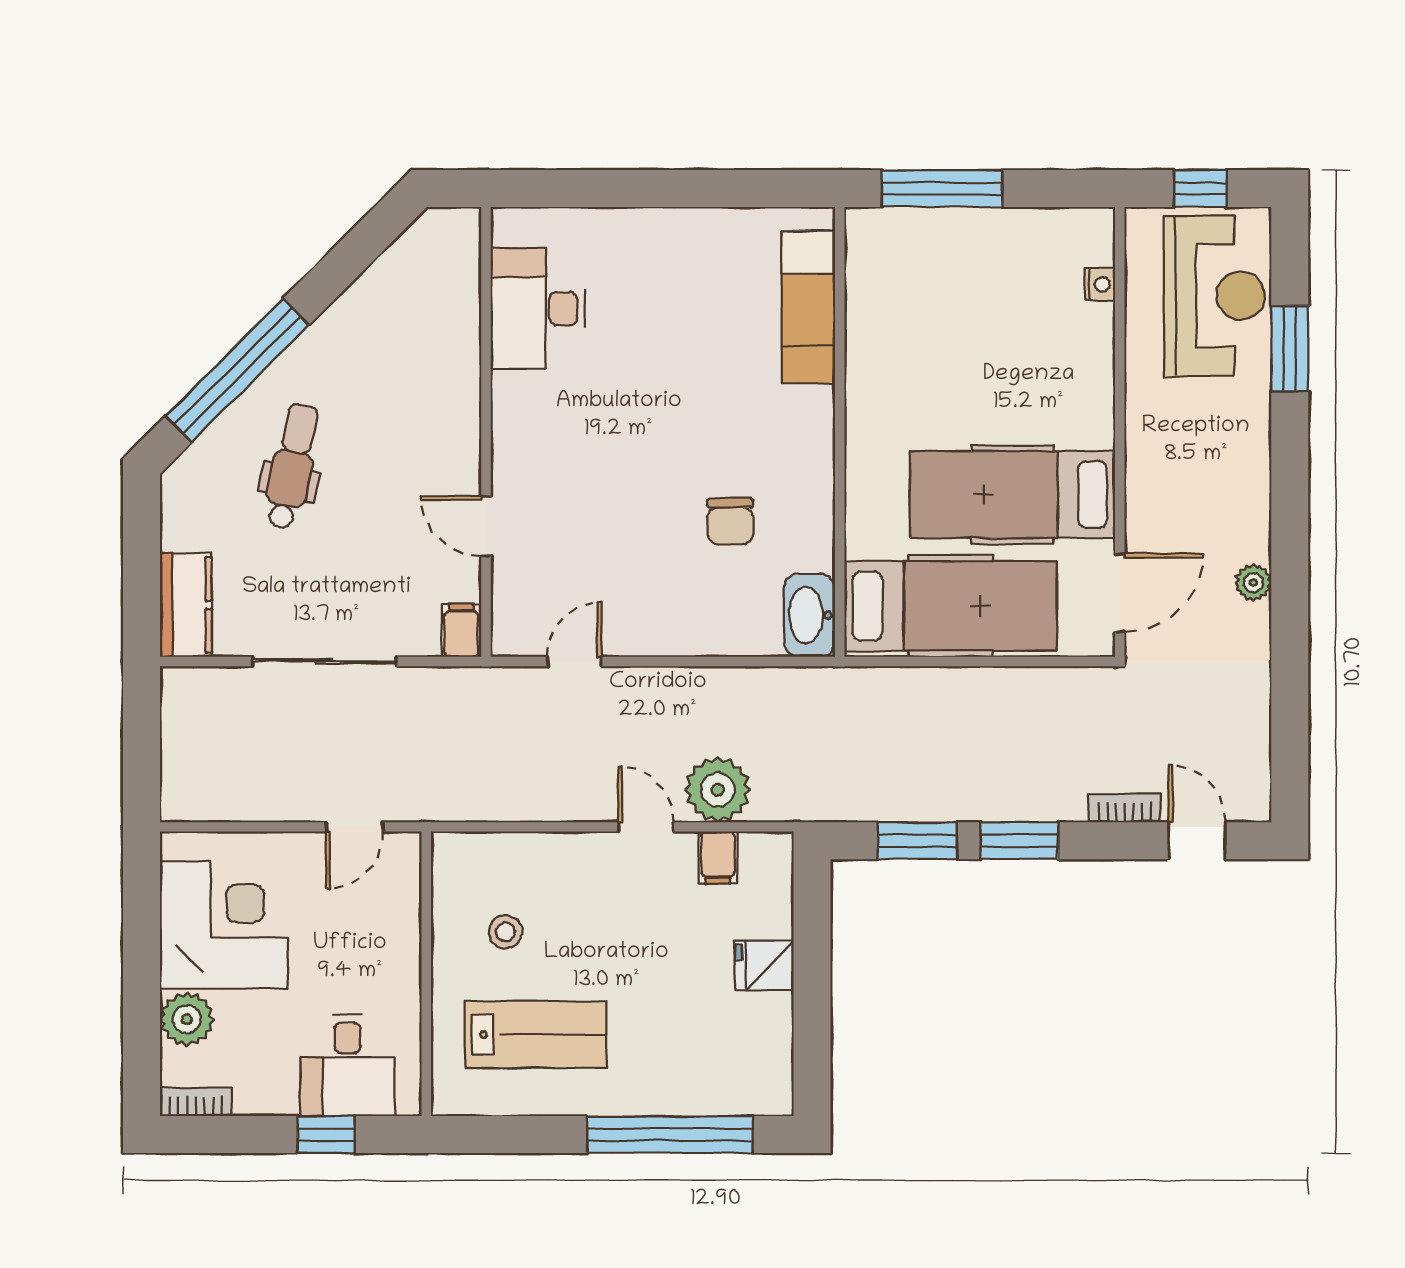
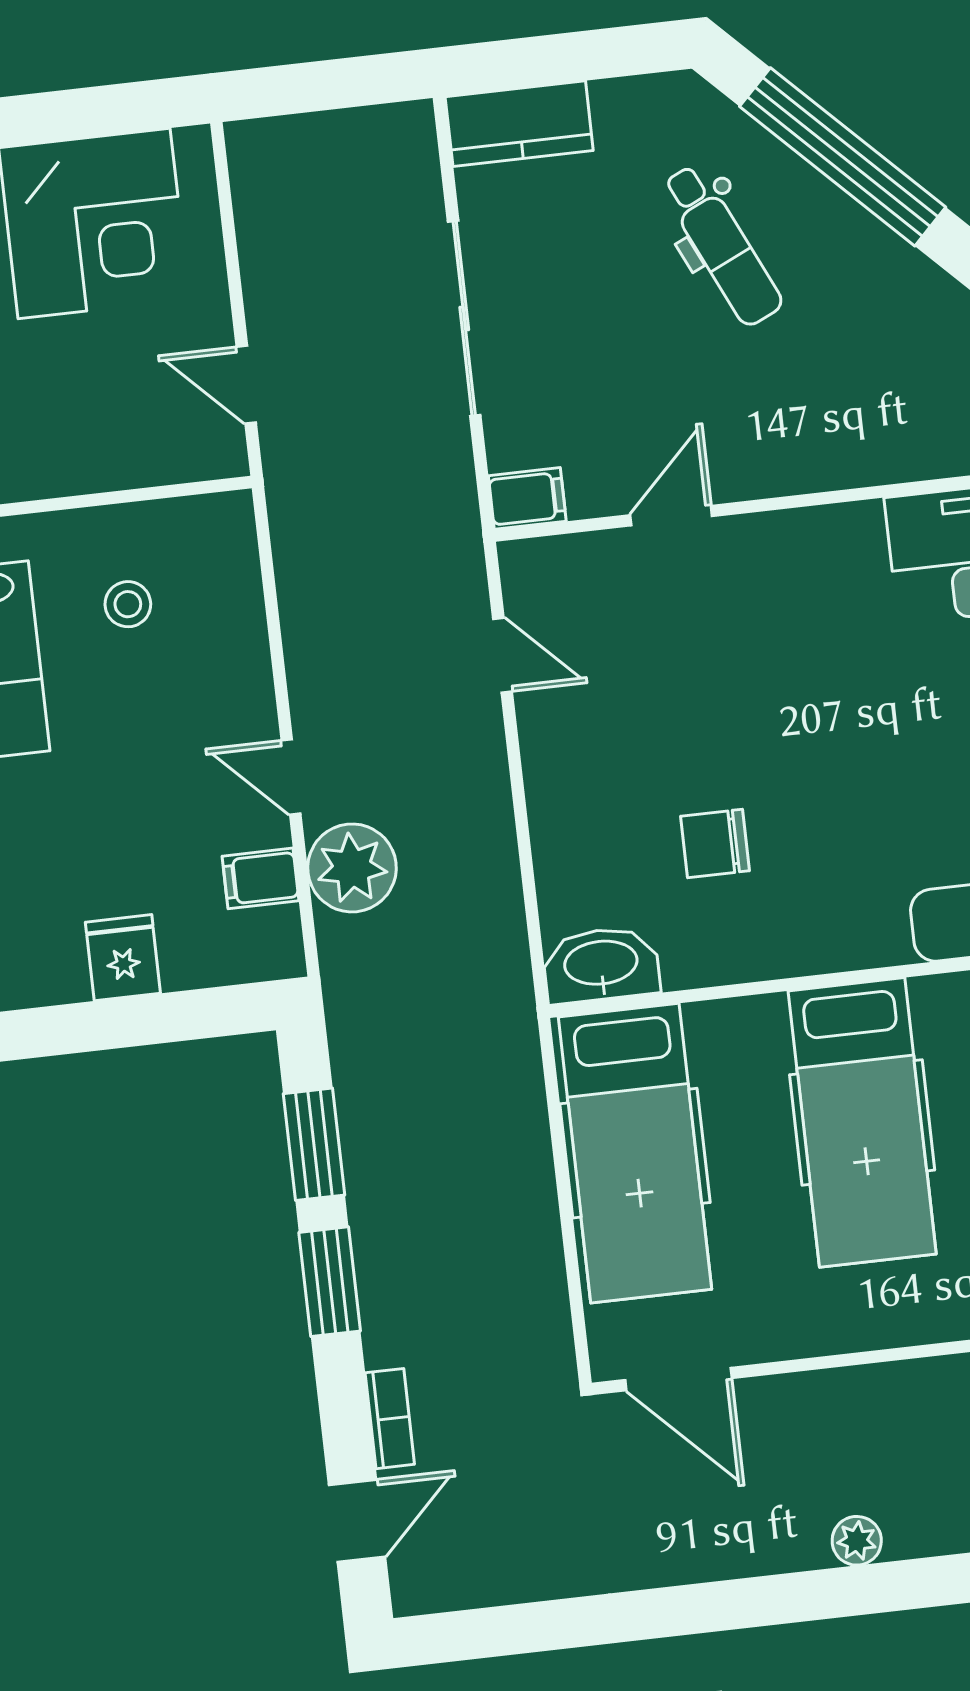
dental chair: (292, 466) -> (722, 245), turned 53
hospital bed: (1012, 495) -> (862, 1122), moved, turned 180
plant: (1253, 583) -> (857, 1541), moved
door: (646, 827) -> (291, 777), swing flipped

